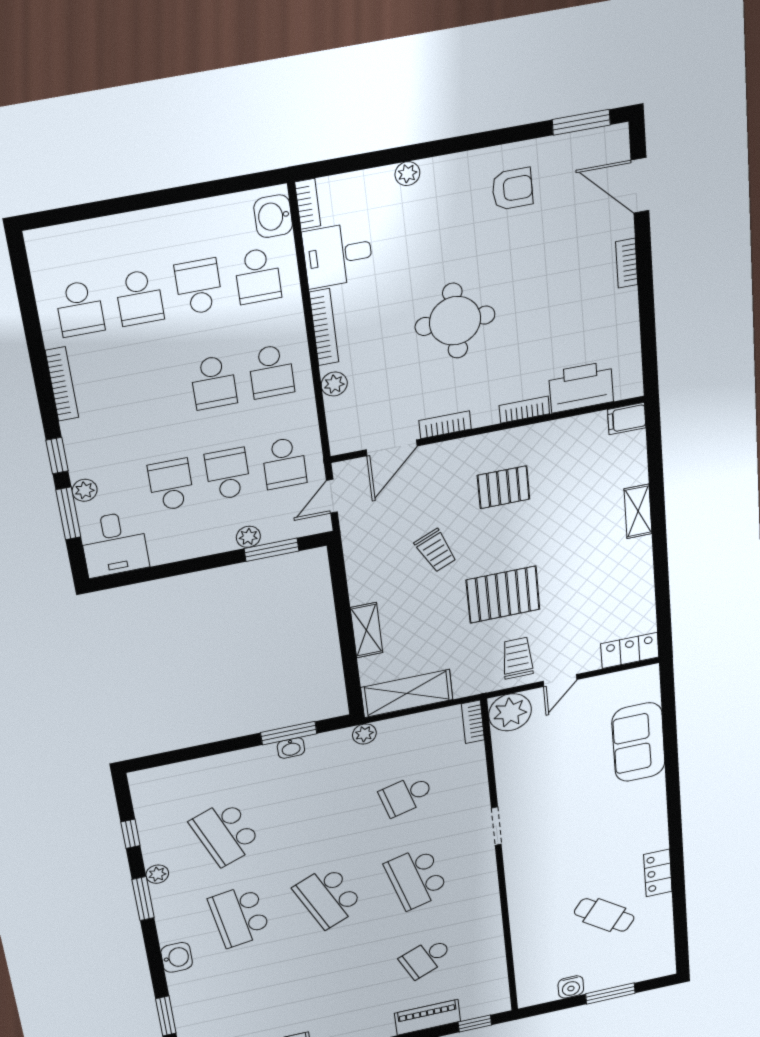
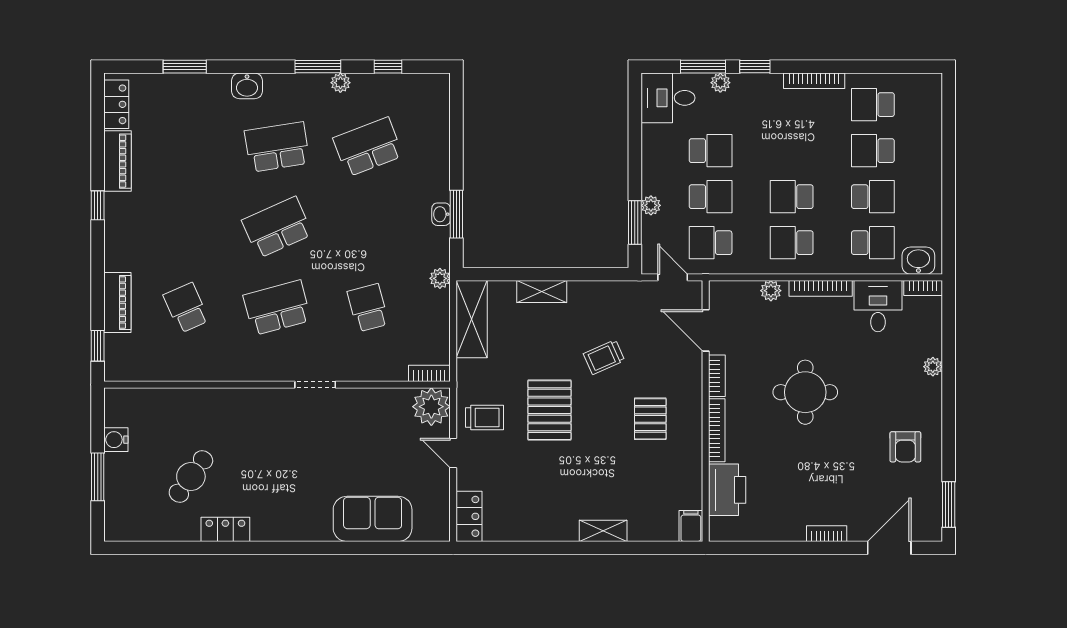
school desk: (258, 276) -> (873, 243), turned 180
bookcase: (524, 410) -> (717, 430), width x1.56

